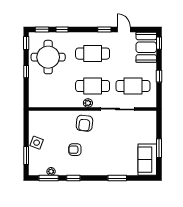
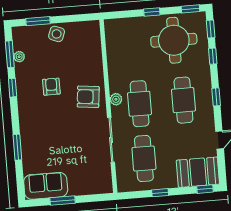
window: (104, 29) -> (216, 97), moved

